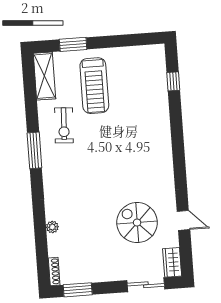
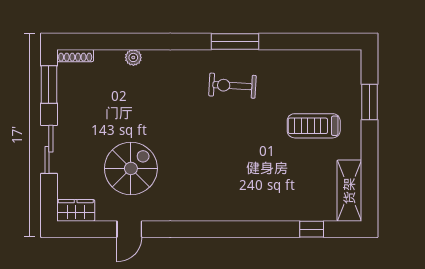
shelving: (44, 76) -> (349, 191), moved, turned 90
treadmill: (94, 86) -> (314, 126), width x0.73, depth x0.73
exercise bike: (64, 125) -> (232, 86), moved
sliding door: (146, 285) -> (49, 149), moved

